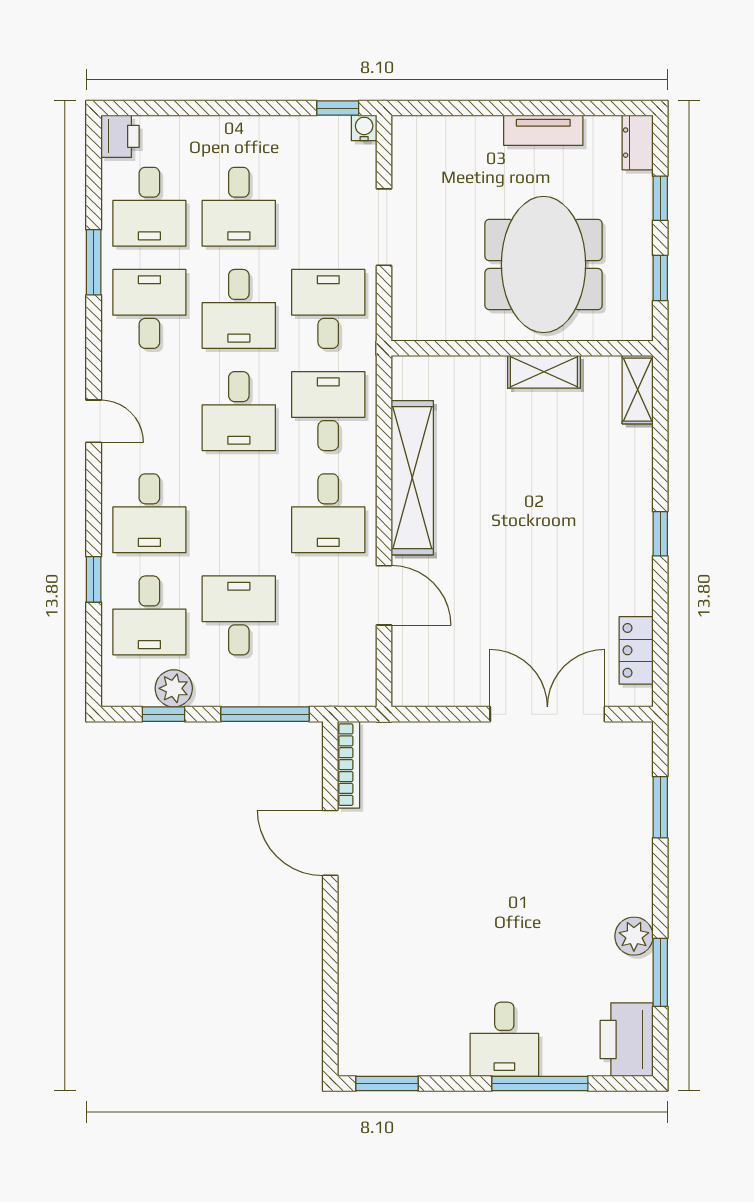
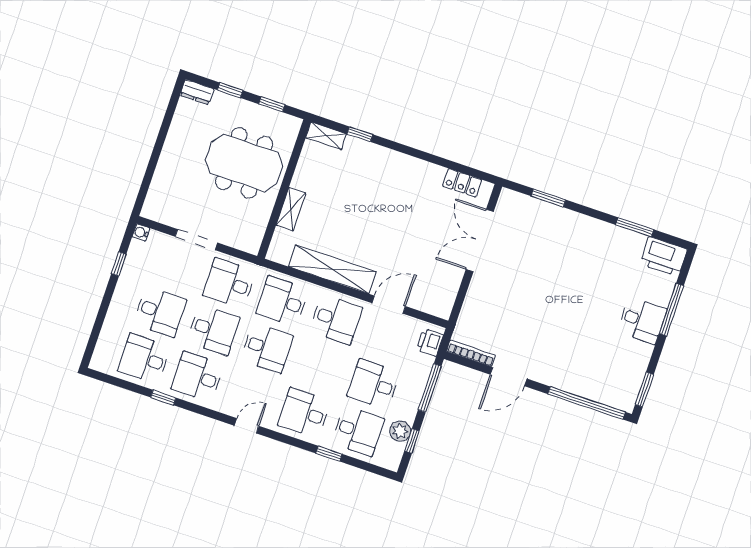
window: (338, 108) -> (119, 264), moved
tv unit: (543, 130) -> (174, 139), removed
printer: (120, 136) -> (430, 342), moved, turned -90
desk: (149, 207) -> (144, 359), turned 180
window: (94, 262) -> (163, 398), width x0.67
shelving: (544, 372) -> (291, 209), moved
desk: (149, 513) -> (304, 413), turned 180
window: (660, 534) -> (360, 134), moved
plant: (634, 936) -> (611, 234), removed
window: (330, 992) -> (587, 403), added

